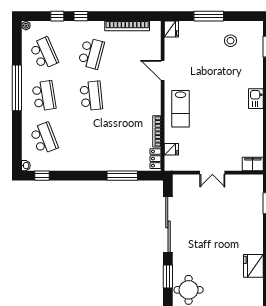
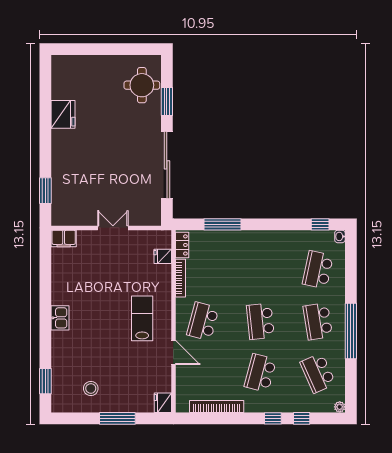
school desk: (138, 96) -> (203, 321), added
lab bench: (181, 109) -> (142, 318), moved
school desk: (44, 138) -> (318, 270), turned 33

